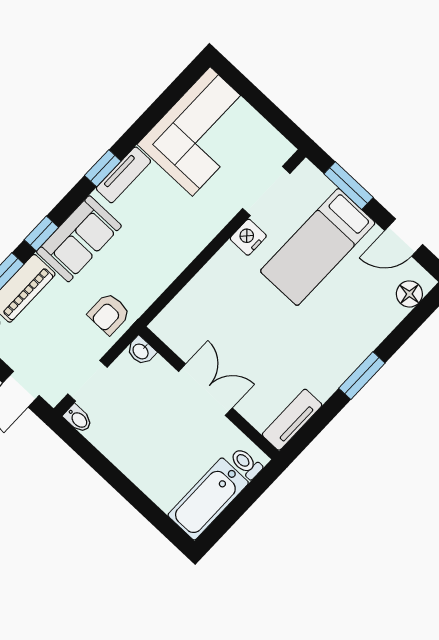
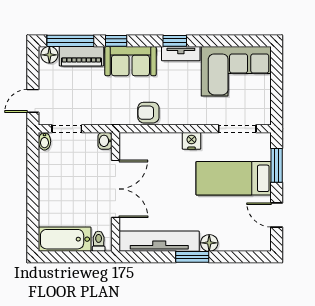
nightstand: (248, 237) -> (191, 141), moved
floor lamp: (409, 294) -> (209, 243), moved
armchair: (109, 314) -> (148, 113), moved
double door: (205, 390) -> (115, 189), width x1.37
tv unit: (292, 420) -> (159, 241), width x1.92, depth x1.29

